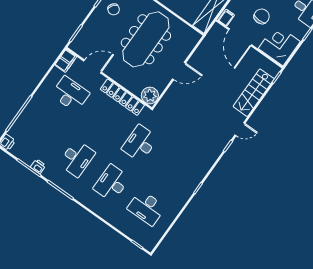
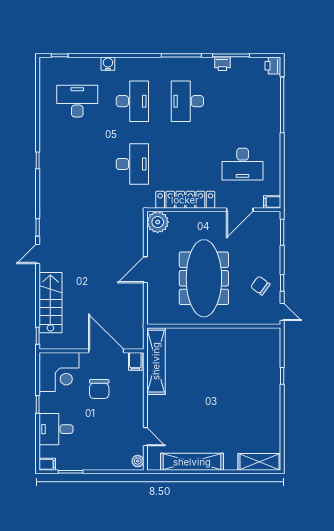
filing cabinet: (66, 61) -> (272, 202), width x0.50
water cooler: (110, 218) -> (108, 64), added

